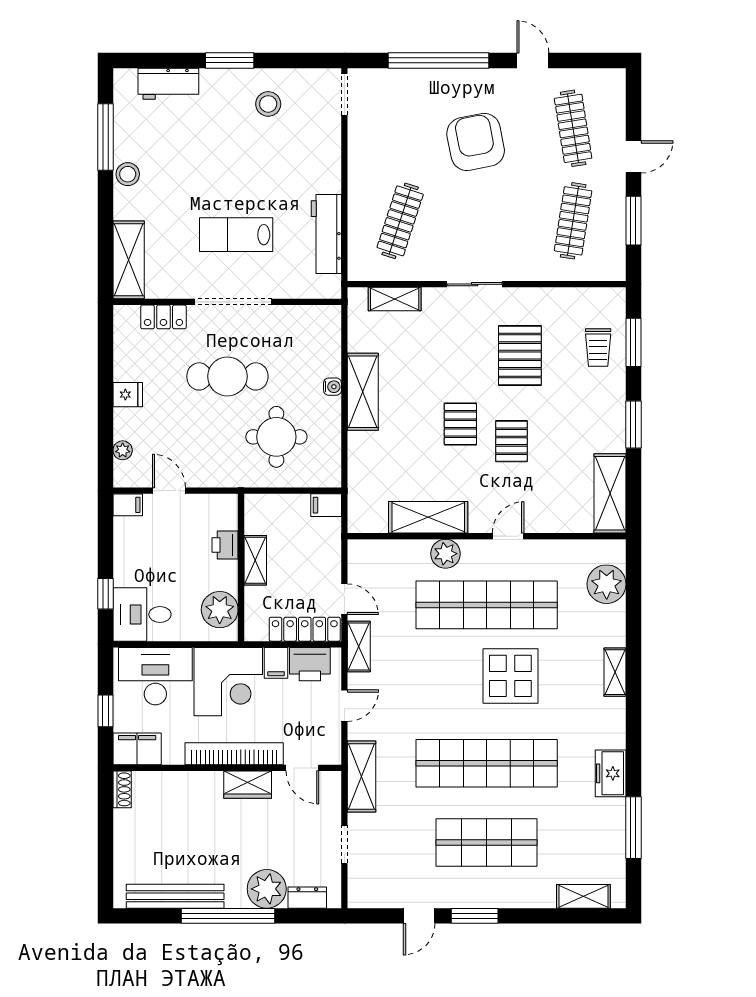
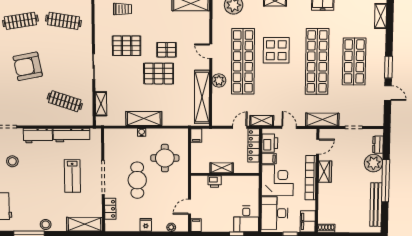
workbench: (325, 161) -> (38, 136), added
pallet: (460, 424) -> (159, 74), width x1.50, depth x1.42
shelving: (428, 517) -> (202, 97), width x1.47
plant: (220, 610) -> (244, 184), removed

